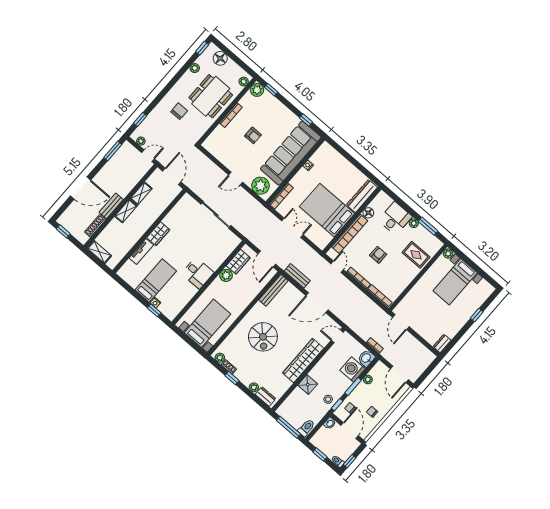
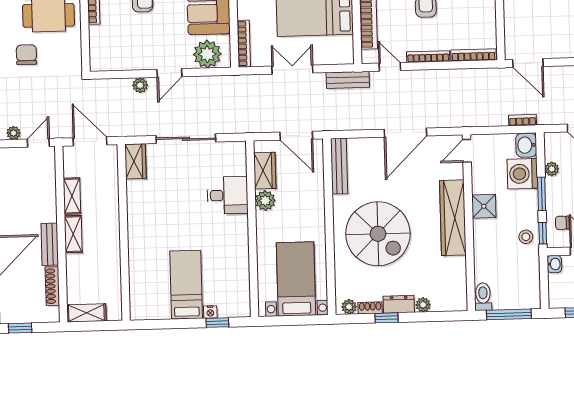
plant: (217, 172) -> (140, 85), added
wardrobe: (158, 234) -> (135, 161), moved
tv unit: (141, 251) -> (136, 266), removed
desk: (198, 273) -> (227, 195), moved
bench: (297, 276) -> (348, 80), moved
spiral stairs: (263, 337) -> (378, 234), width x1.37, depth x1.37
shower: (308, 385) -> (484, 206), moved
dresser: (265, 396) -> (399, 304), moved
toilet: (306, 428) -> (483, 297), moved

